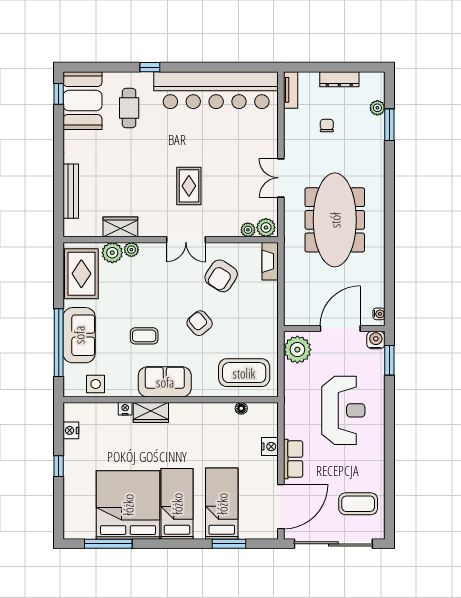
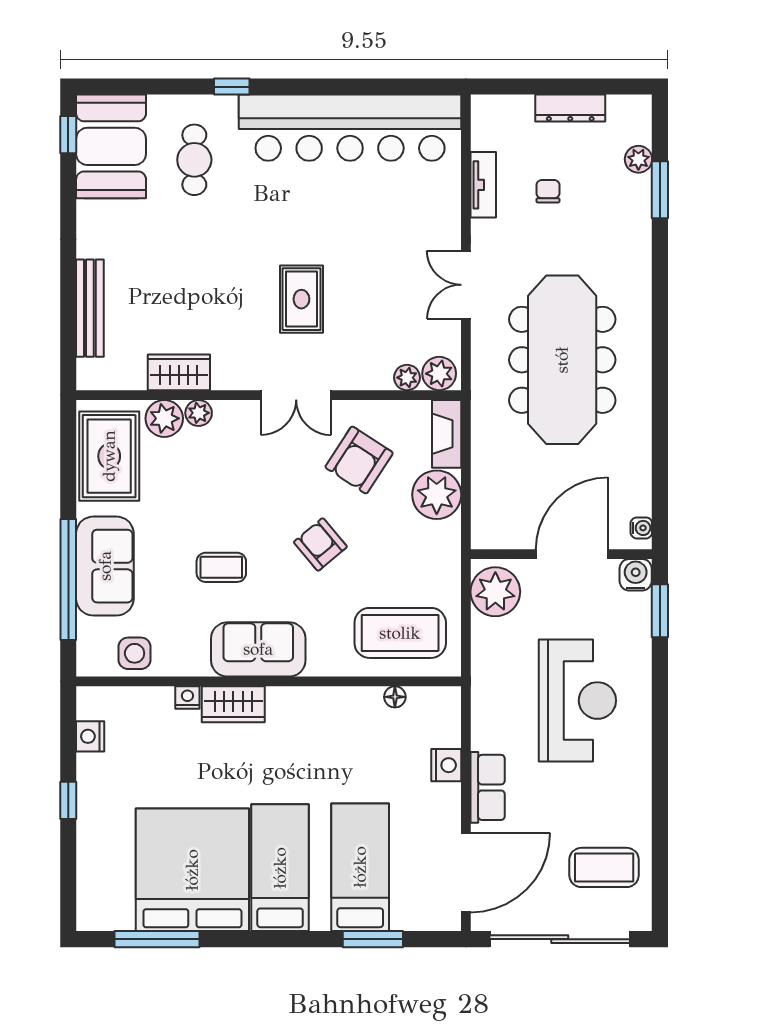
tv unit: (291, 90) -> (483, 185), moved
plant: (265, 295) -> (437, 495), added

